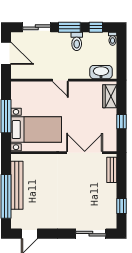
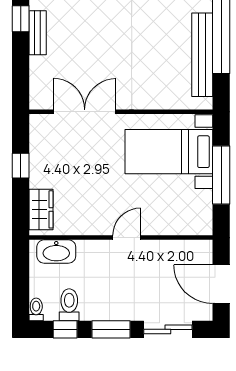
toilet: (77, 41) -> (69, 305), moved
door: (60, 80) -> (127, 238), hinge flipped
double door: (85, 153) -> (85, 112), swing flipped
bench: (112, 170) -> (38, 33), moved

